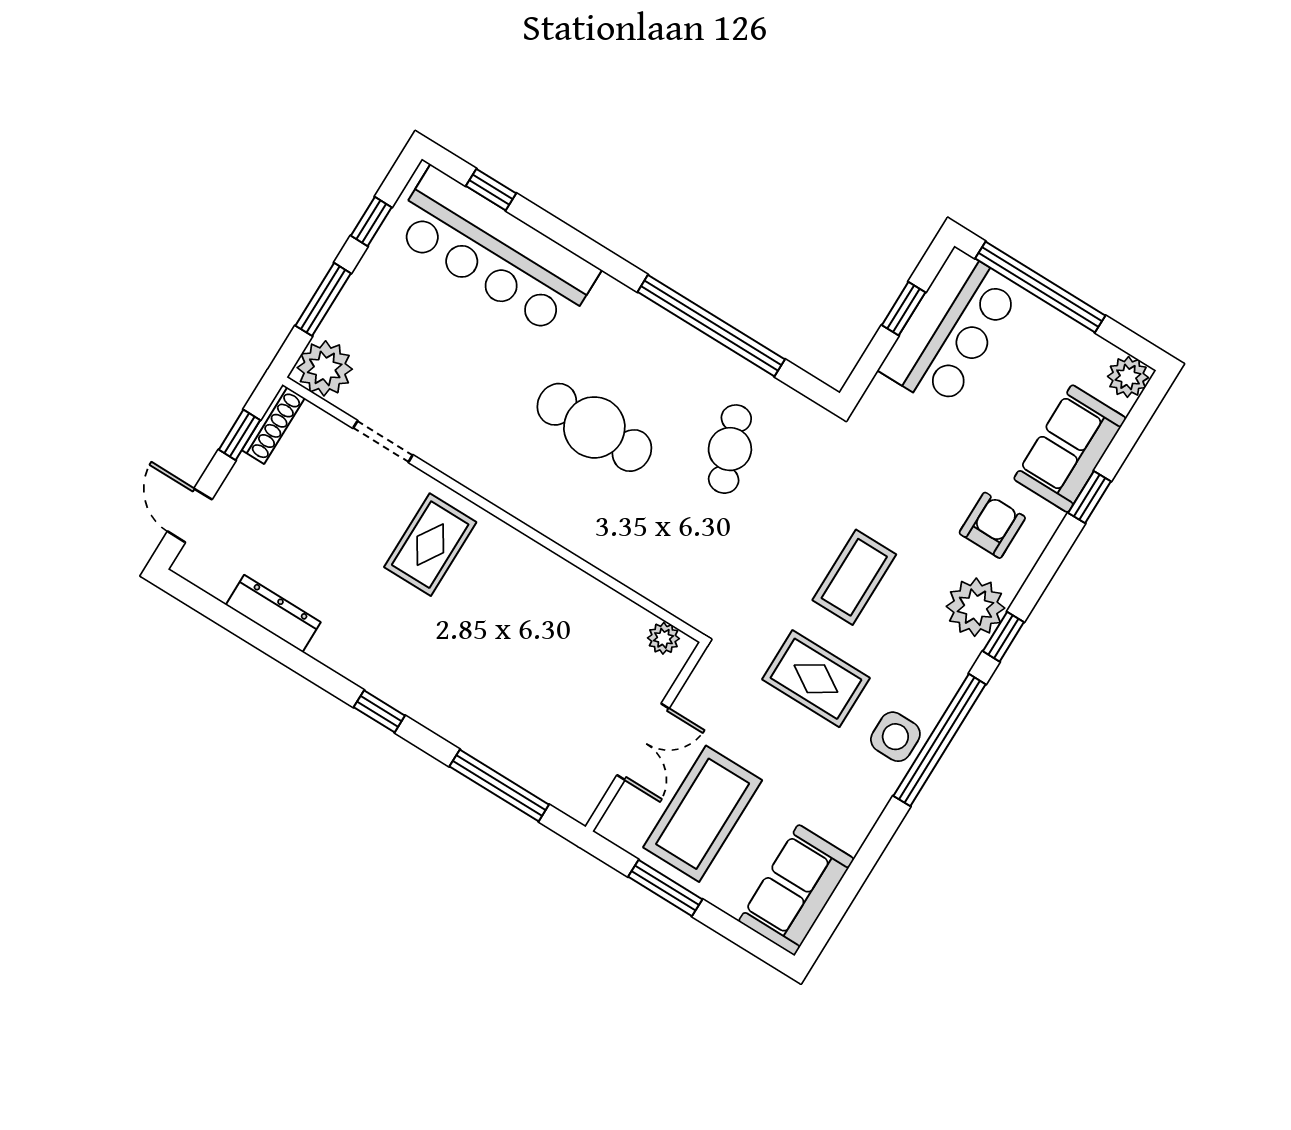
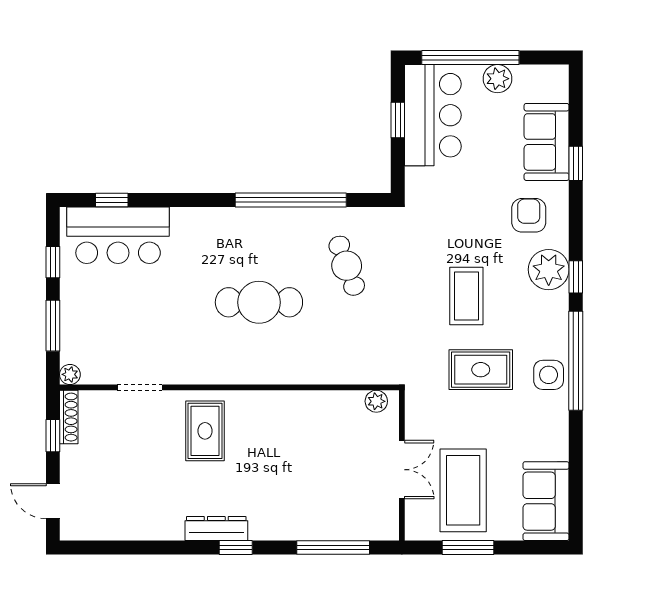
bar counter: (495, 252) -> (118, 235), width x0.73
plant: (325, 368) -> (70, 374), width x0.53, depth x0.53
plant: (1128, 377) -> (497, 79), moved
dresser: (273, 614) -> (216, 529), moved

